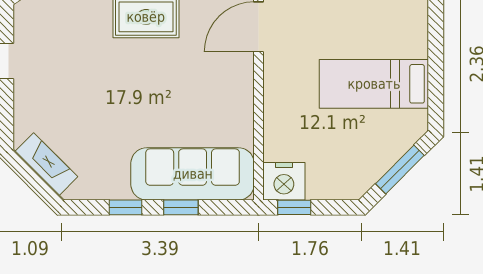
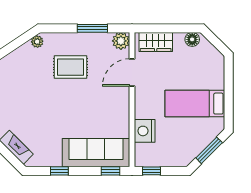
nightstand: (284, 181) -> (145, 131), moved, turned 90
window: (181, 207) -> (111, 171), moved

